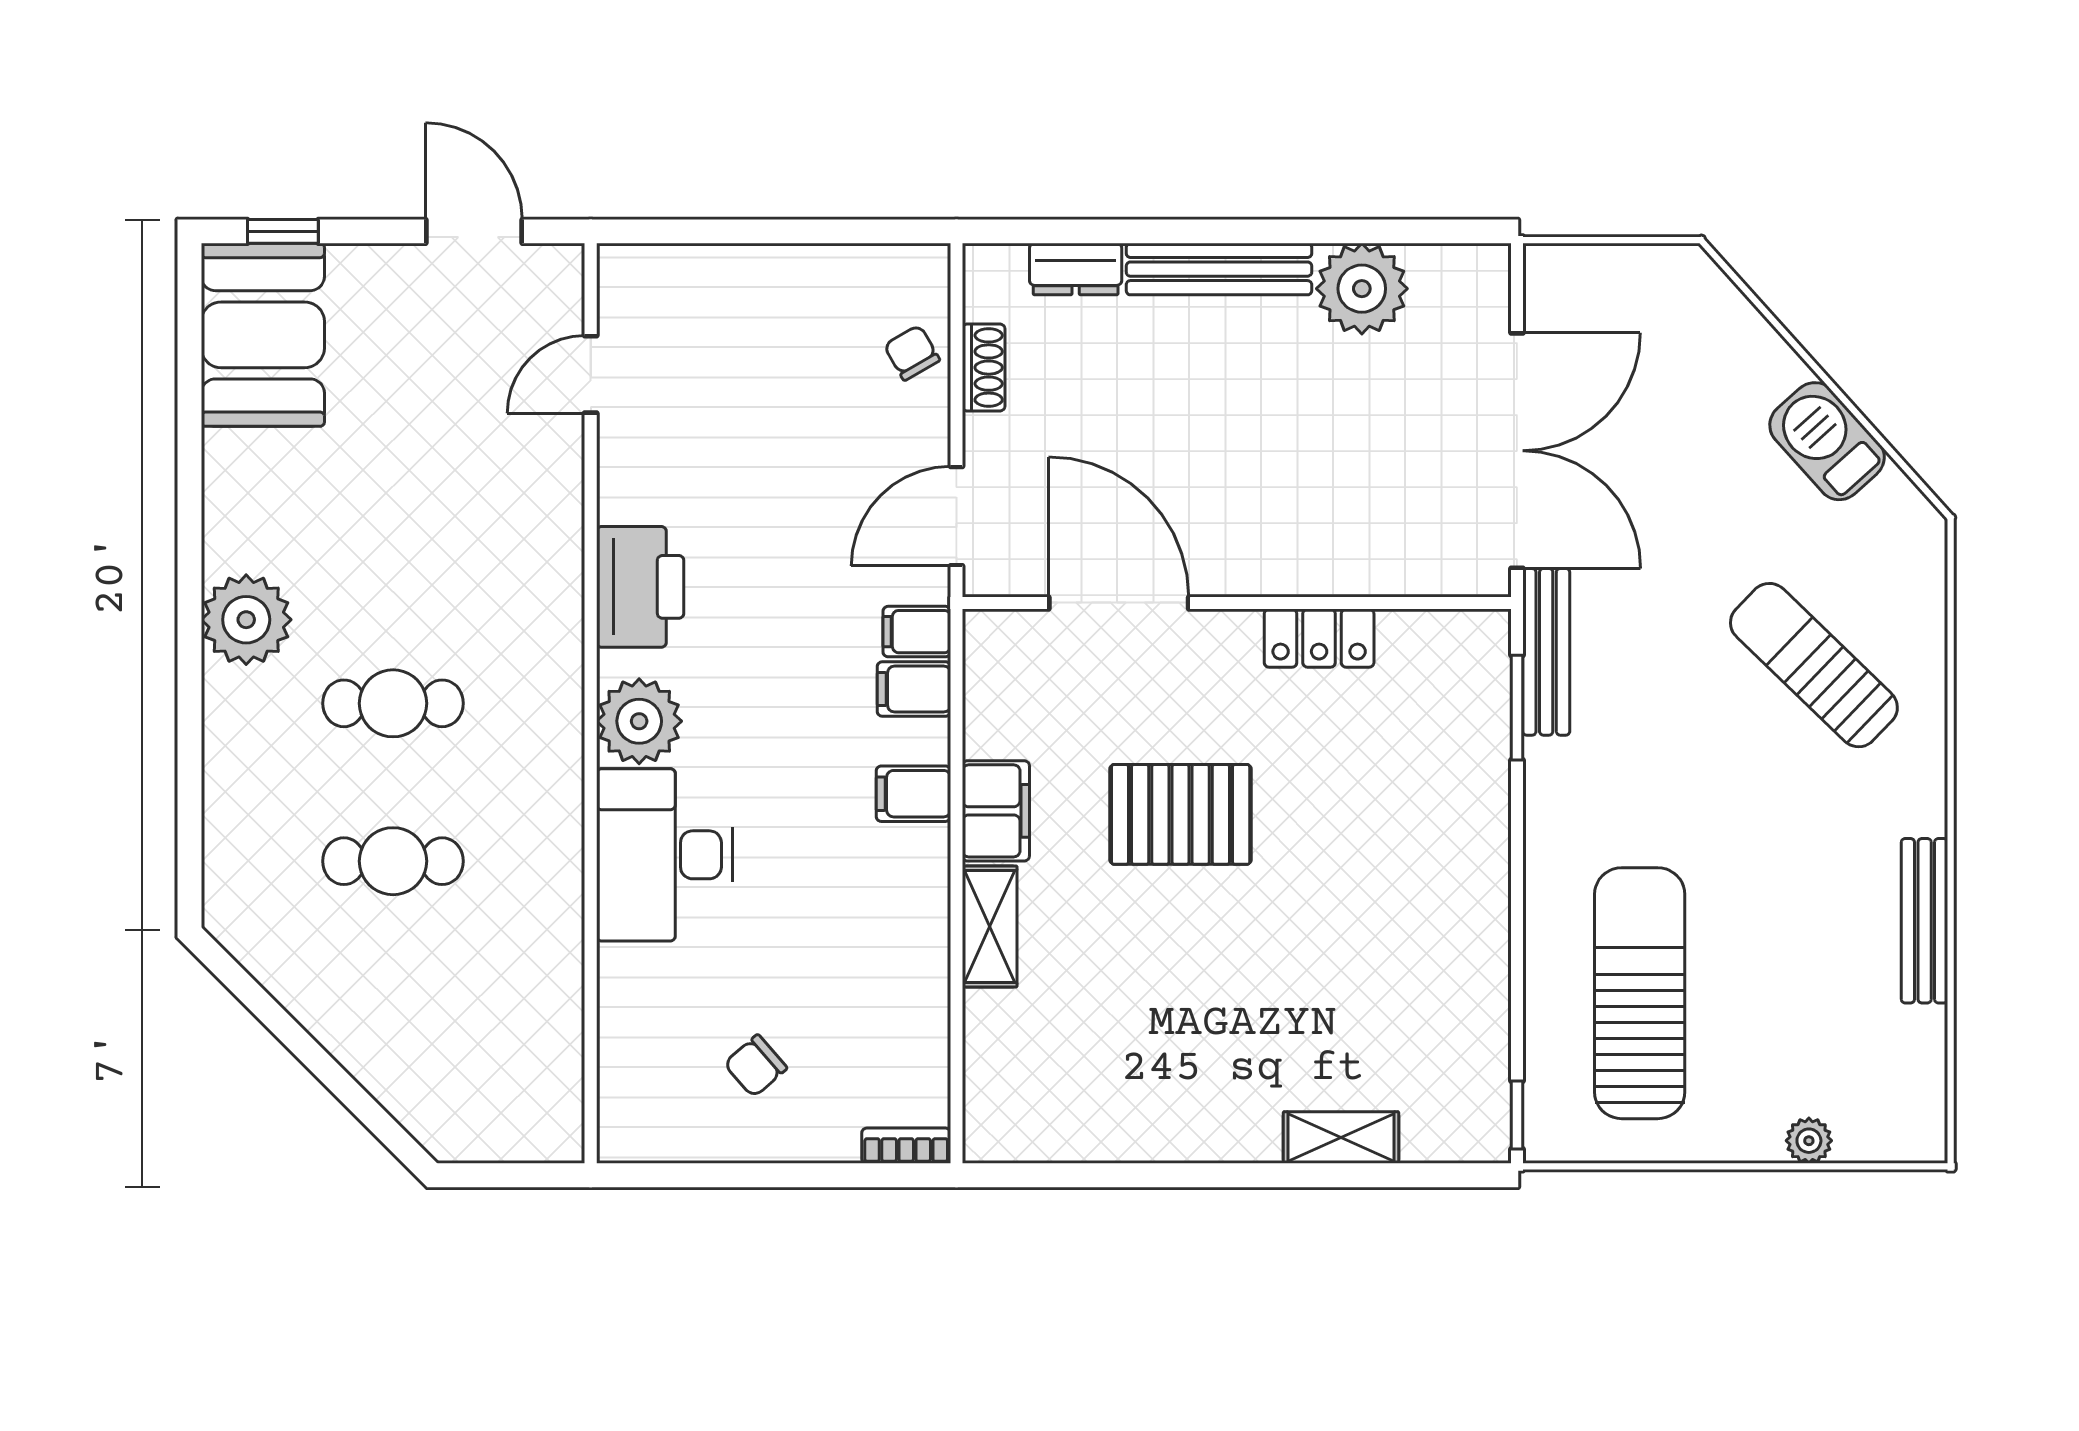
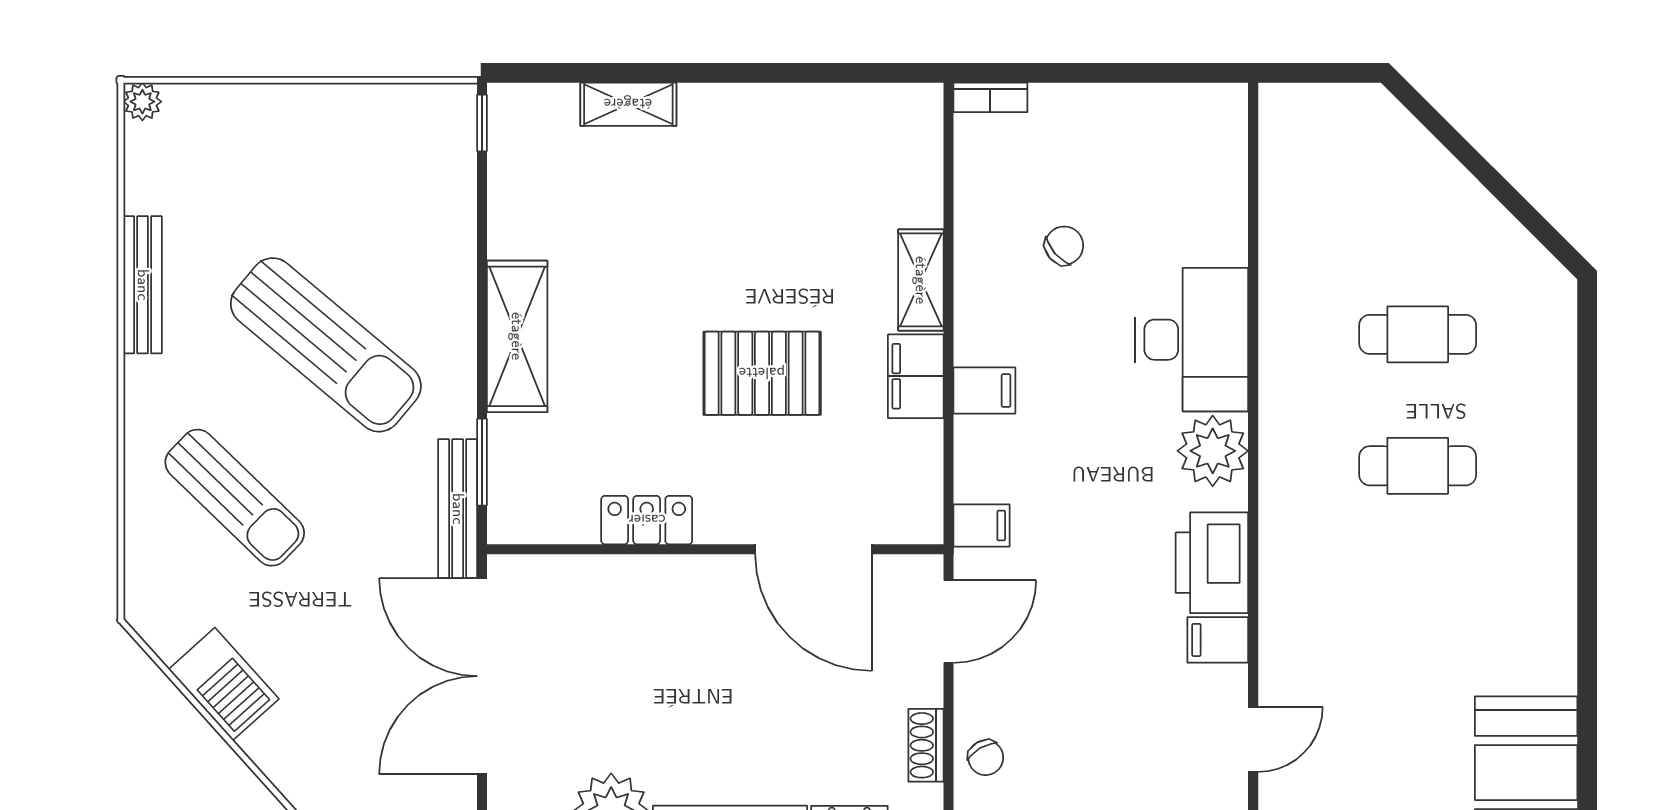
plant: (246, 620) -> (1540, 535), removed
filing cabinet: (914, 689) -> (1218, 640), moved, turned 180
shelving: (1475, 859) -> (517, 336), added
sun lounger: (1640, 993) -> (326, 345), moved, turned -50
chair: (756, 1066) -> (1064, 246), moved
plant: (1809, 1141) -> (142, 102), moved

